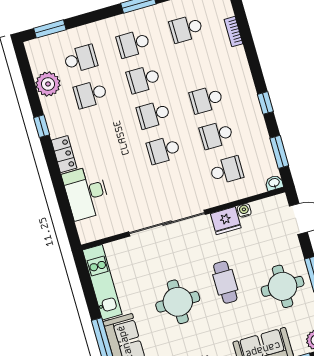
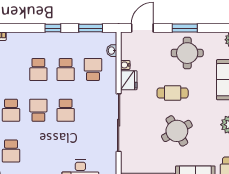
school desk: (153, 115) -> (38, 110), turned 180
washbasin: (274, 183) -> (112, 51), moved
round table: (178, 302) -> (177, 131), turned -30

